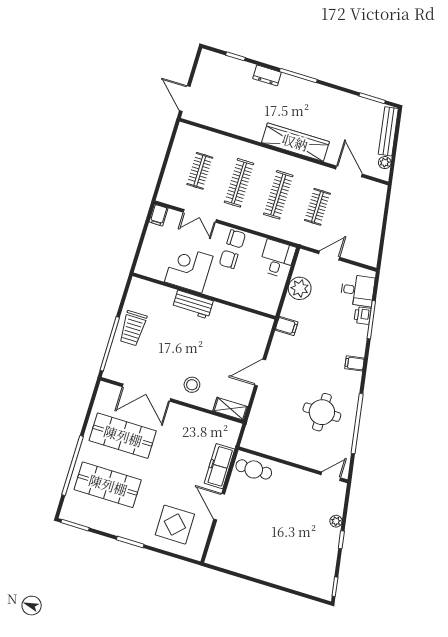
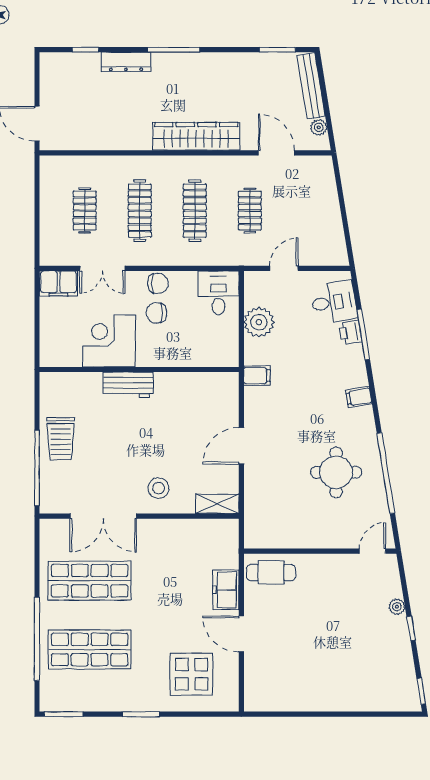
dresser: (267, 75) -> (126, 62), width x1.44
filing cabinet: (158, 215) -> (59, 284), width x2.00
freezer: (219, 466) -> (226, 590), width x0.71

